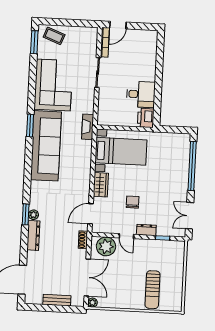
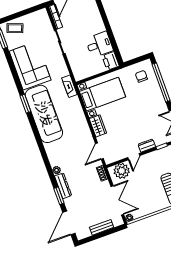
chair: (133, 202) -> (141, 76), moved
window: (26, 214) -> (59, 196), moved
door: (126, 236) -> (134, 157), hinge flipped

